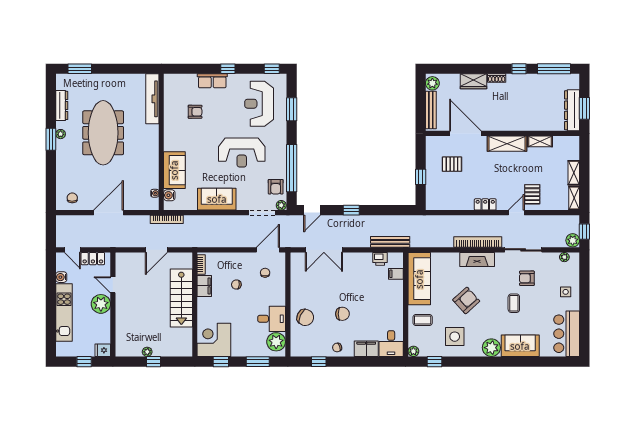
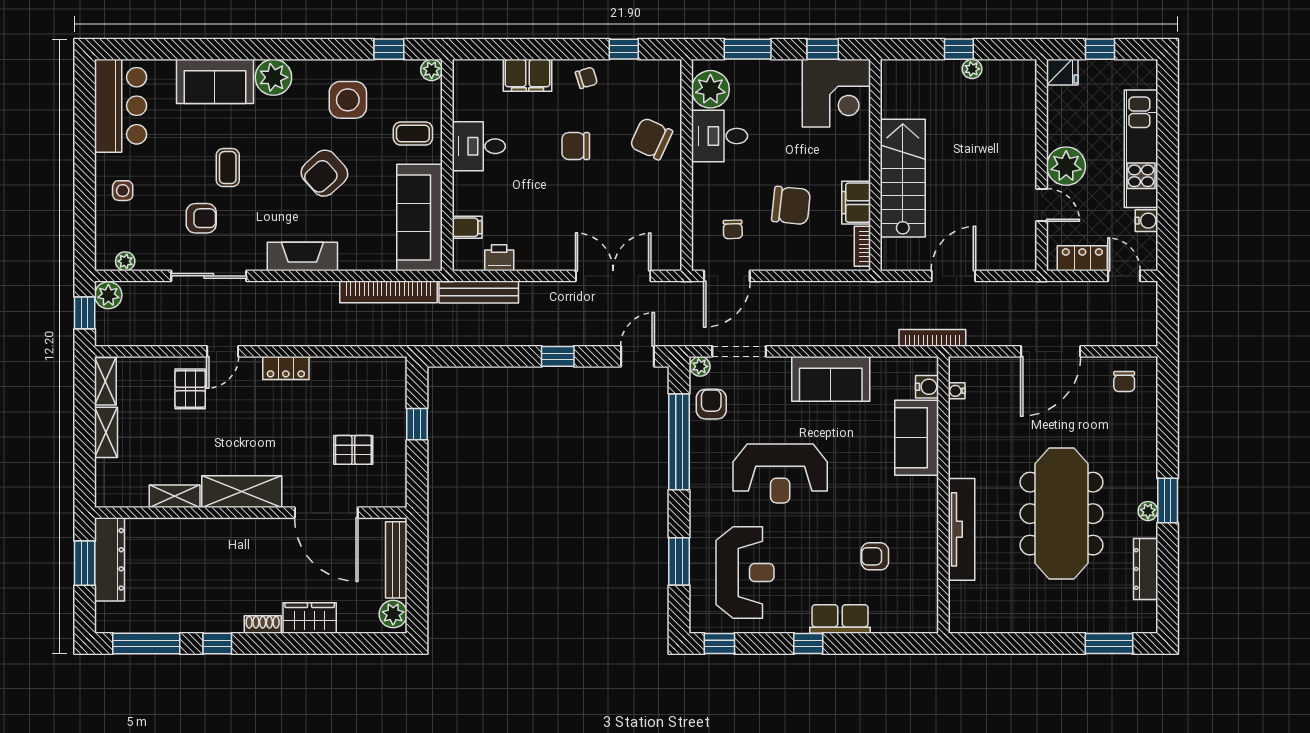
tv unit: (152, 99) -> (962, 529), moved
reception desk: (242, 153) -> (780, 473), turned 180
bookcase: (478, 242) -> (389, 292), moved
chair: (236, 285) -> (791, 206), width x1.87, depth x1.87
desk: (391, 344) -> (479, 146), moved, turned -90

